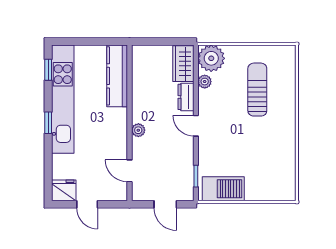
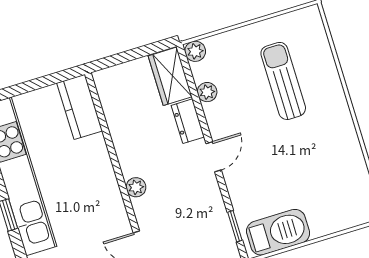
plant: (211, 58) -> (195, 51), width x0.53, depth x0.53
kitchen counter: (117, 76) -> (80, 107), width x0.67
door: (196, 126) -> (214, 157), swing flipped

